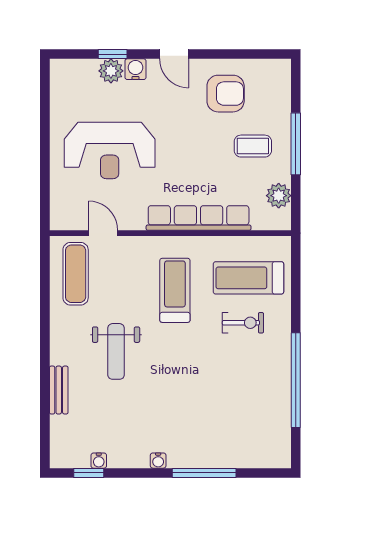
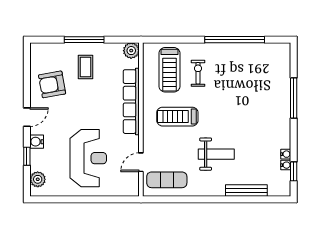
plant: (111, 71) -> (38, 179), moved
armchair: (226, 94) -> (52, 84), turned -100
plant: (279, 196) -> (131, 51), moved
bench: (59, 390) -> (246, 191), width x1.36
water cooler: (158, 461) -> (286, 154), moved

